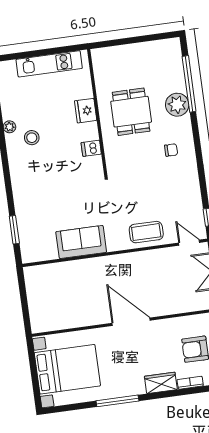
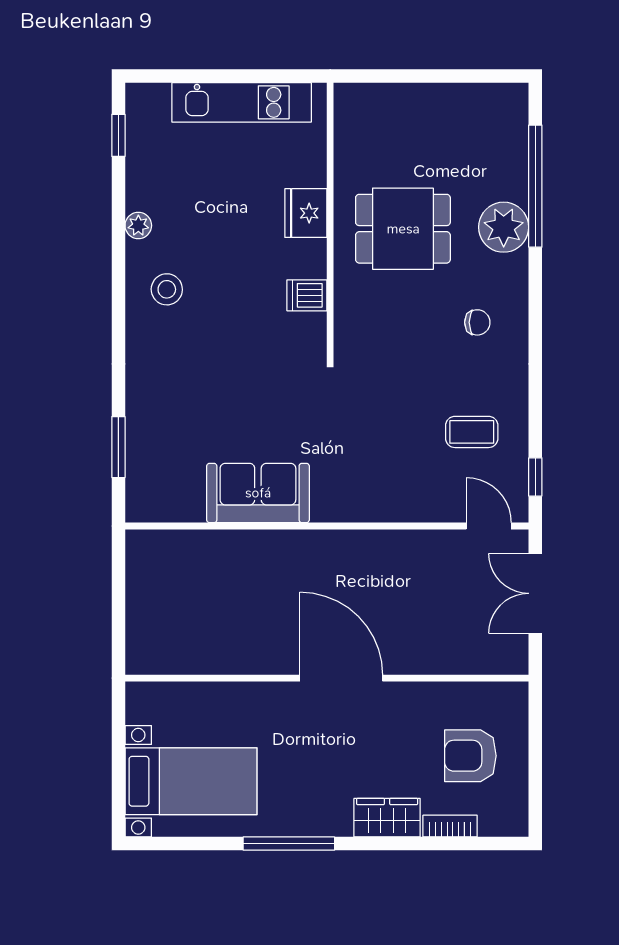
dining table: (131, 112) -> (403, 229), turned 90
stool: (32, 138) -> (167, 289), moved
coffee table: (146, 232) -> (472, 432), moved, width x0.73, depth x0.77
bed with nightstands: (67, 369) -> (191, 781), width x0.73

